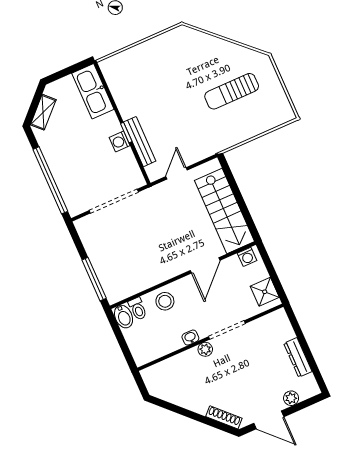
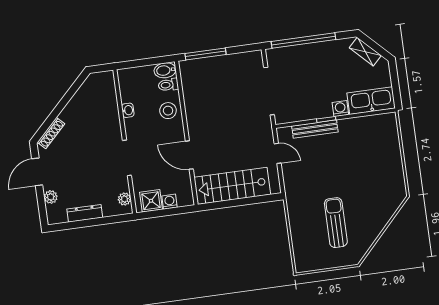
washing machine: (120, 142) -> (340, 109), moved
washing machine: (247, 257) -> (170, 202), moved, turned 90
washbasin: (190, 338) -> (128, 110), moved
plant: (205, 349) -> (124, 199), moved

